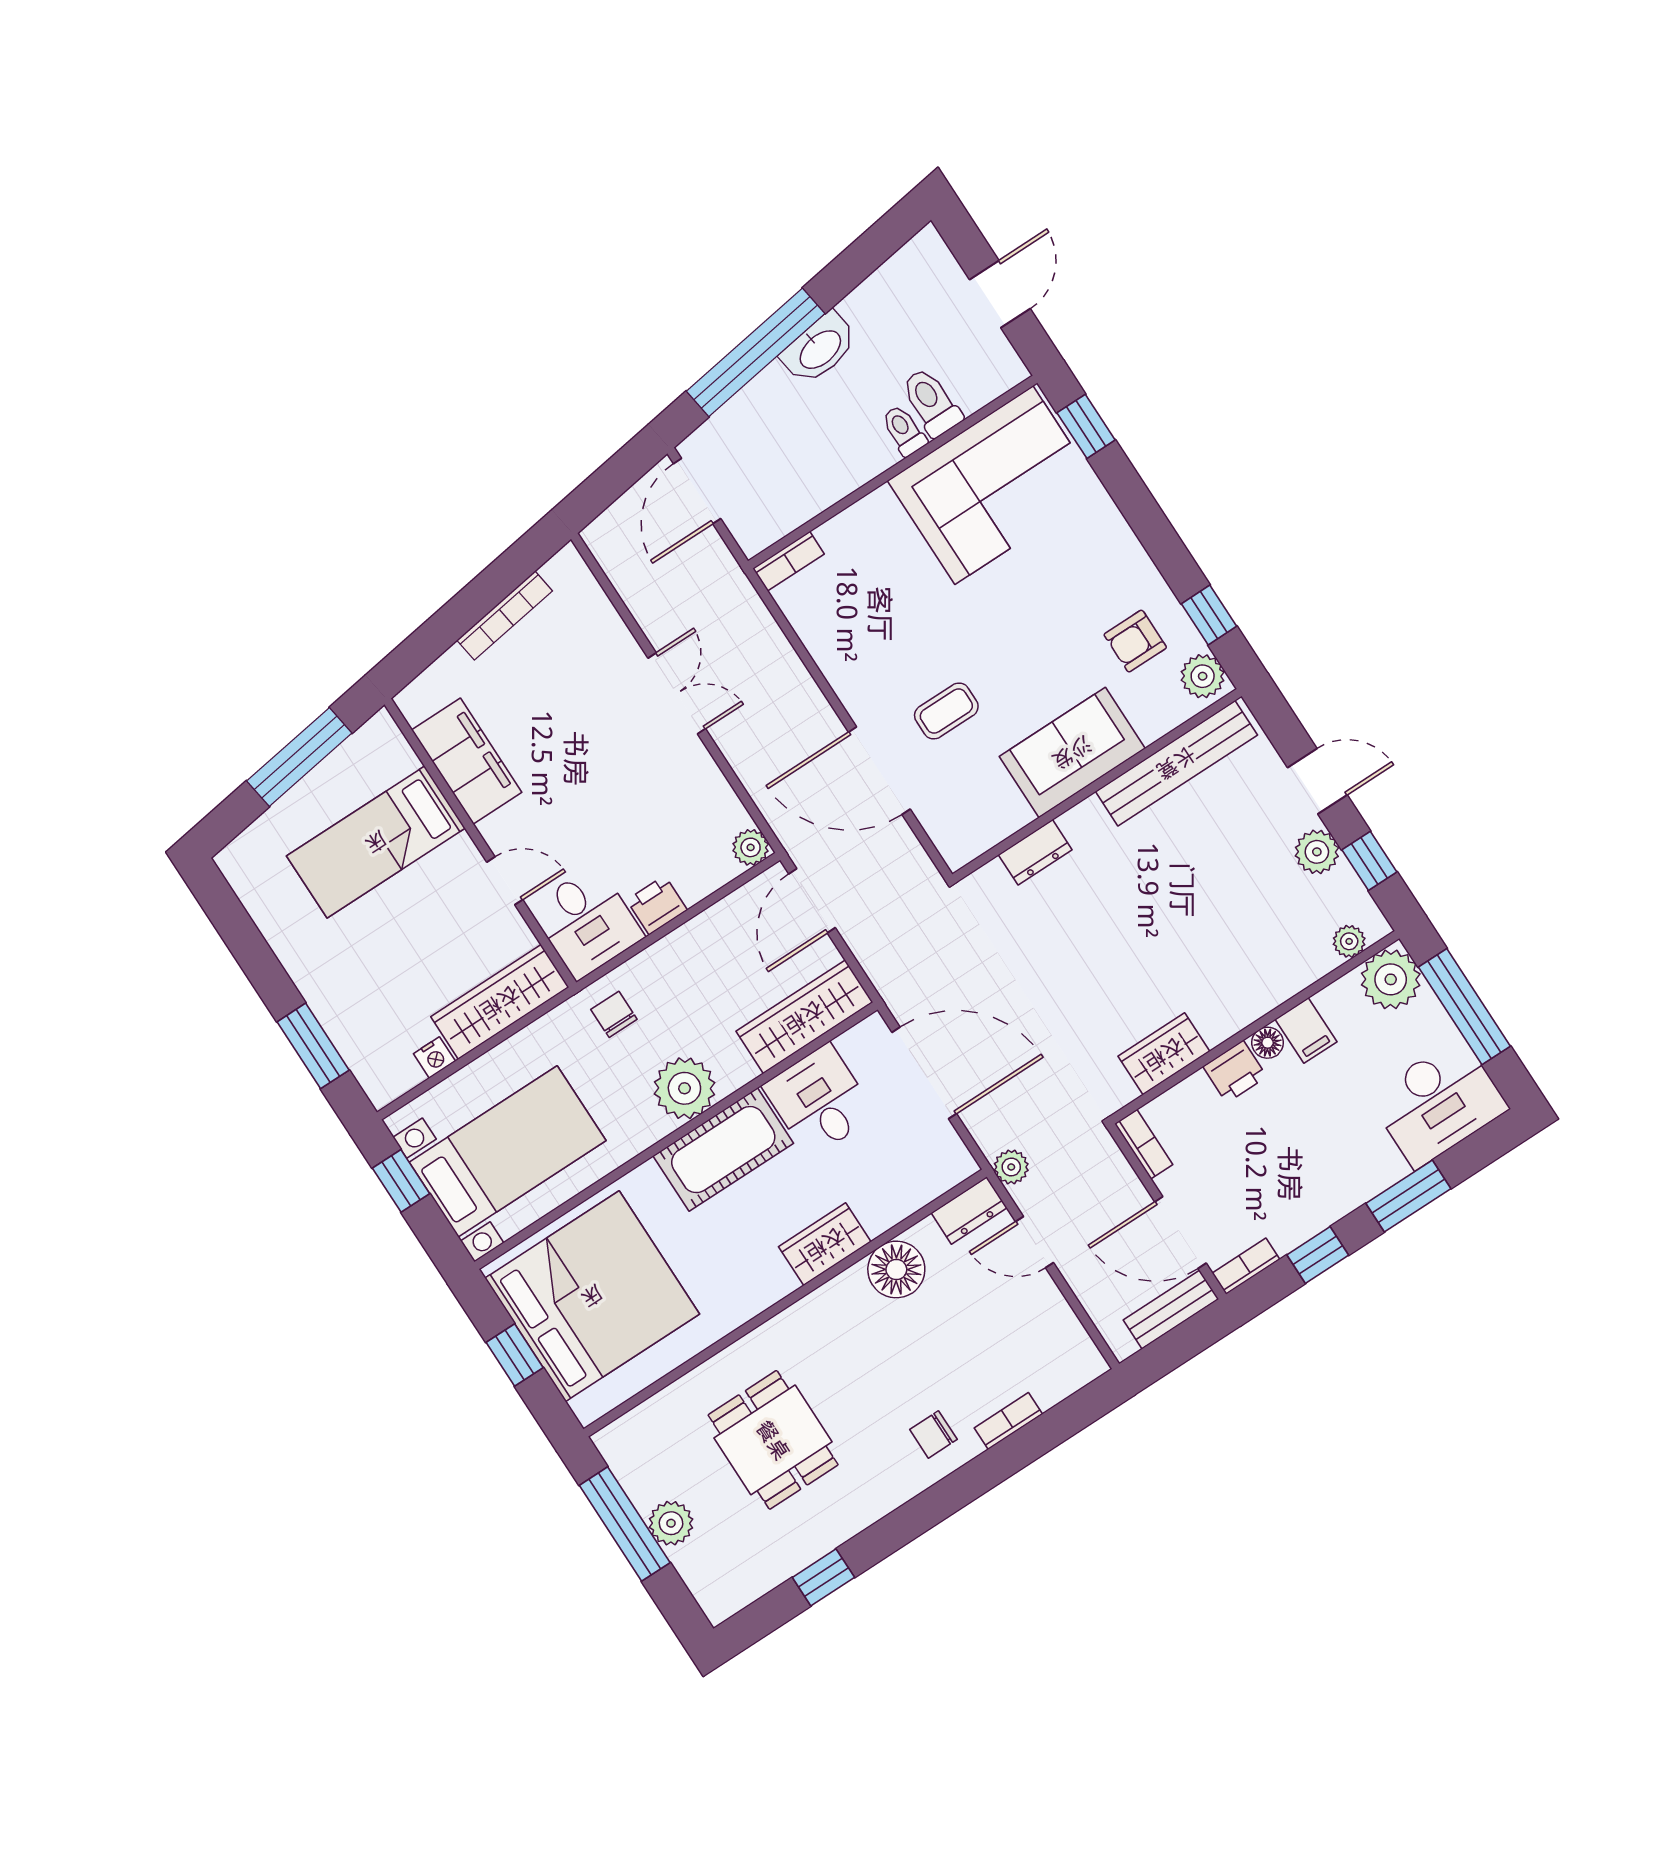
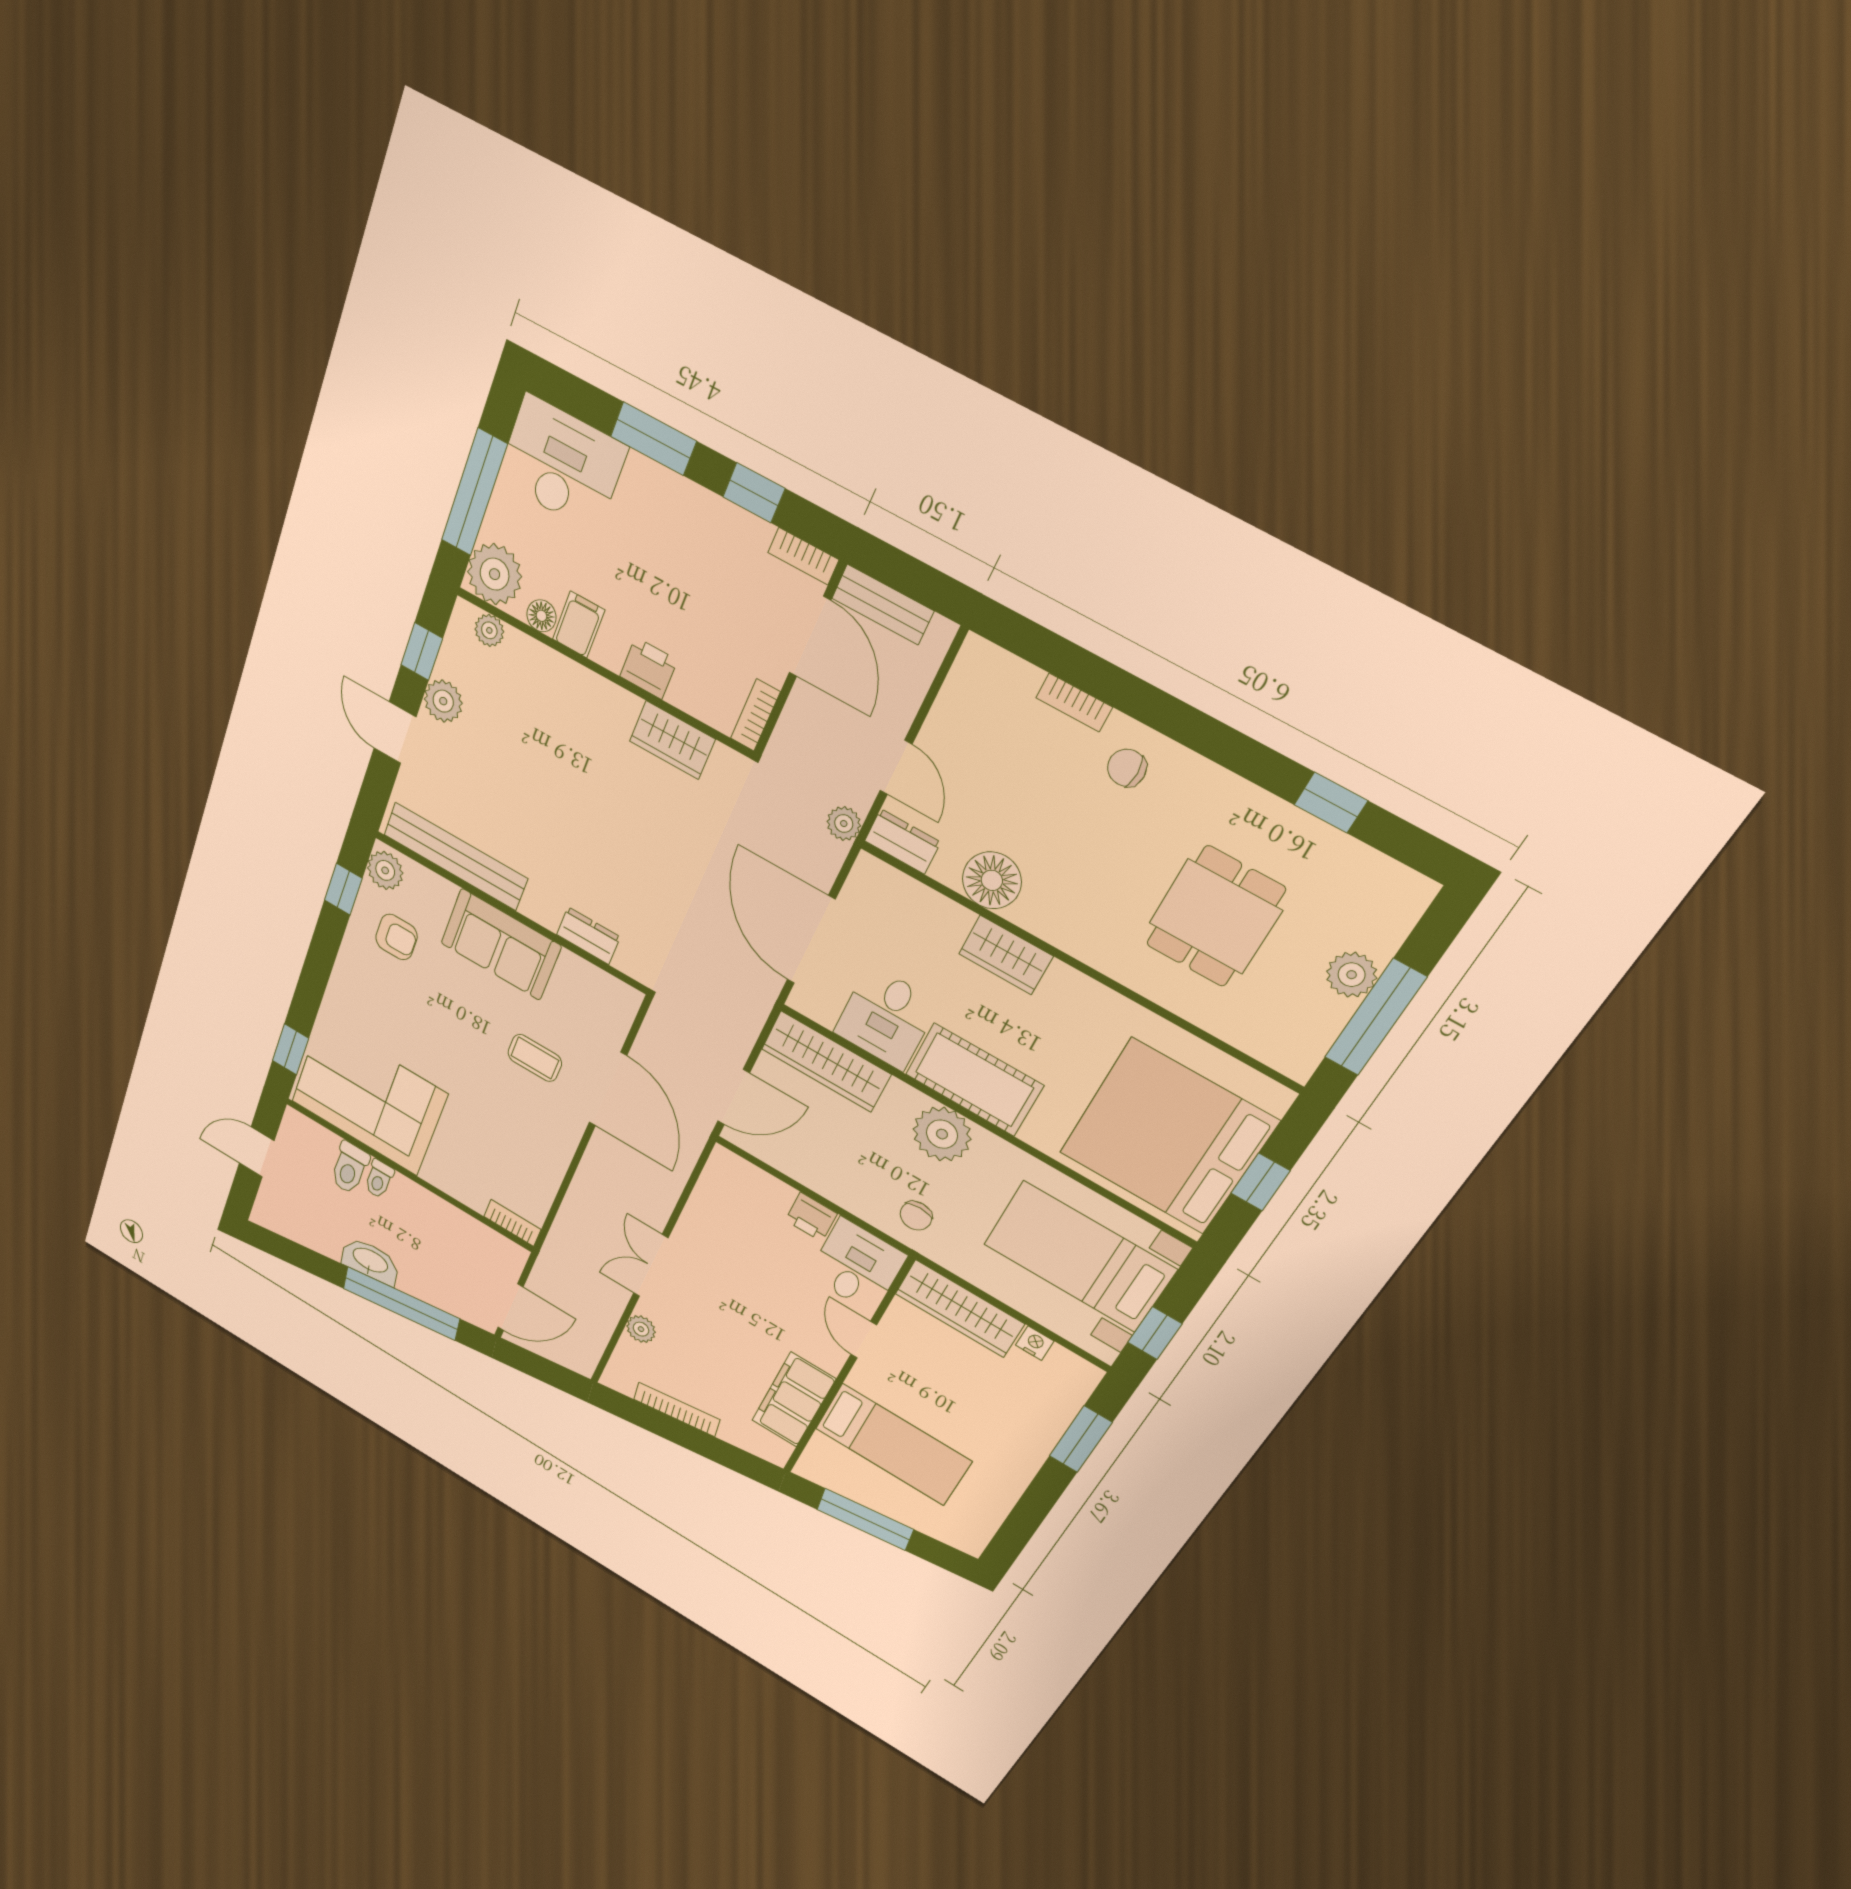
plant: (751, 847) -> (641, 1329), moved
floor lamp: (1268, 1043) -> (541, 616), moved
chair: (933, 1434) -> (1127, 768), turned 180

